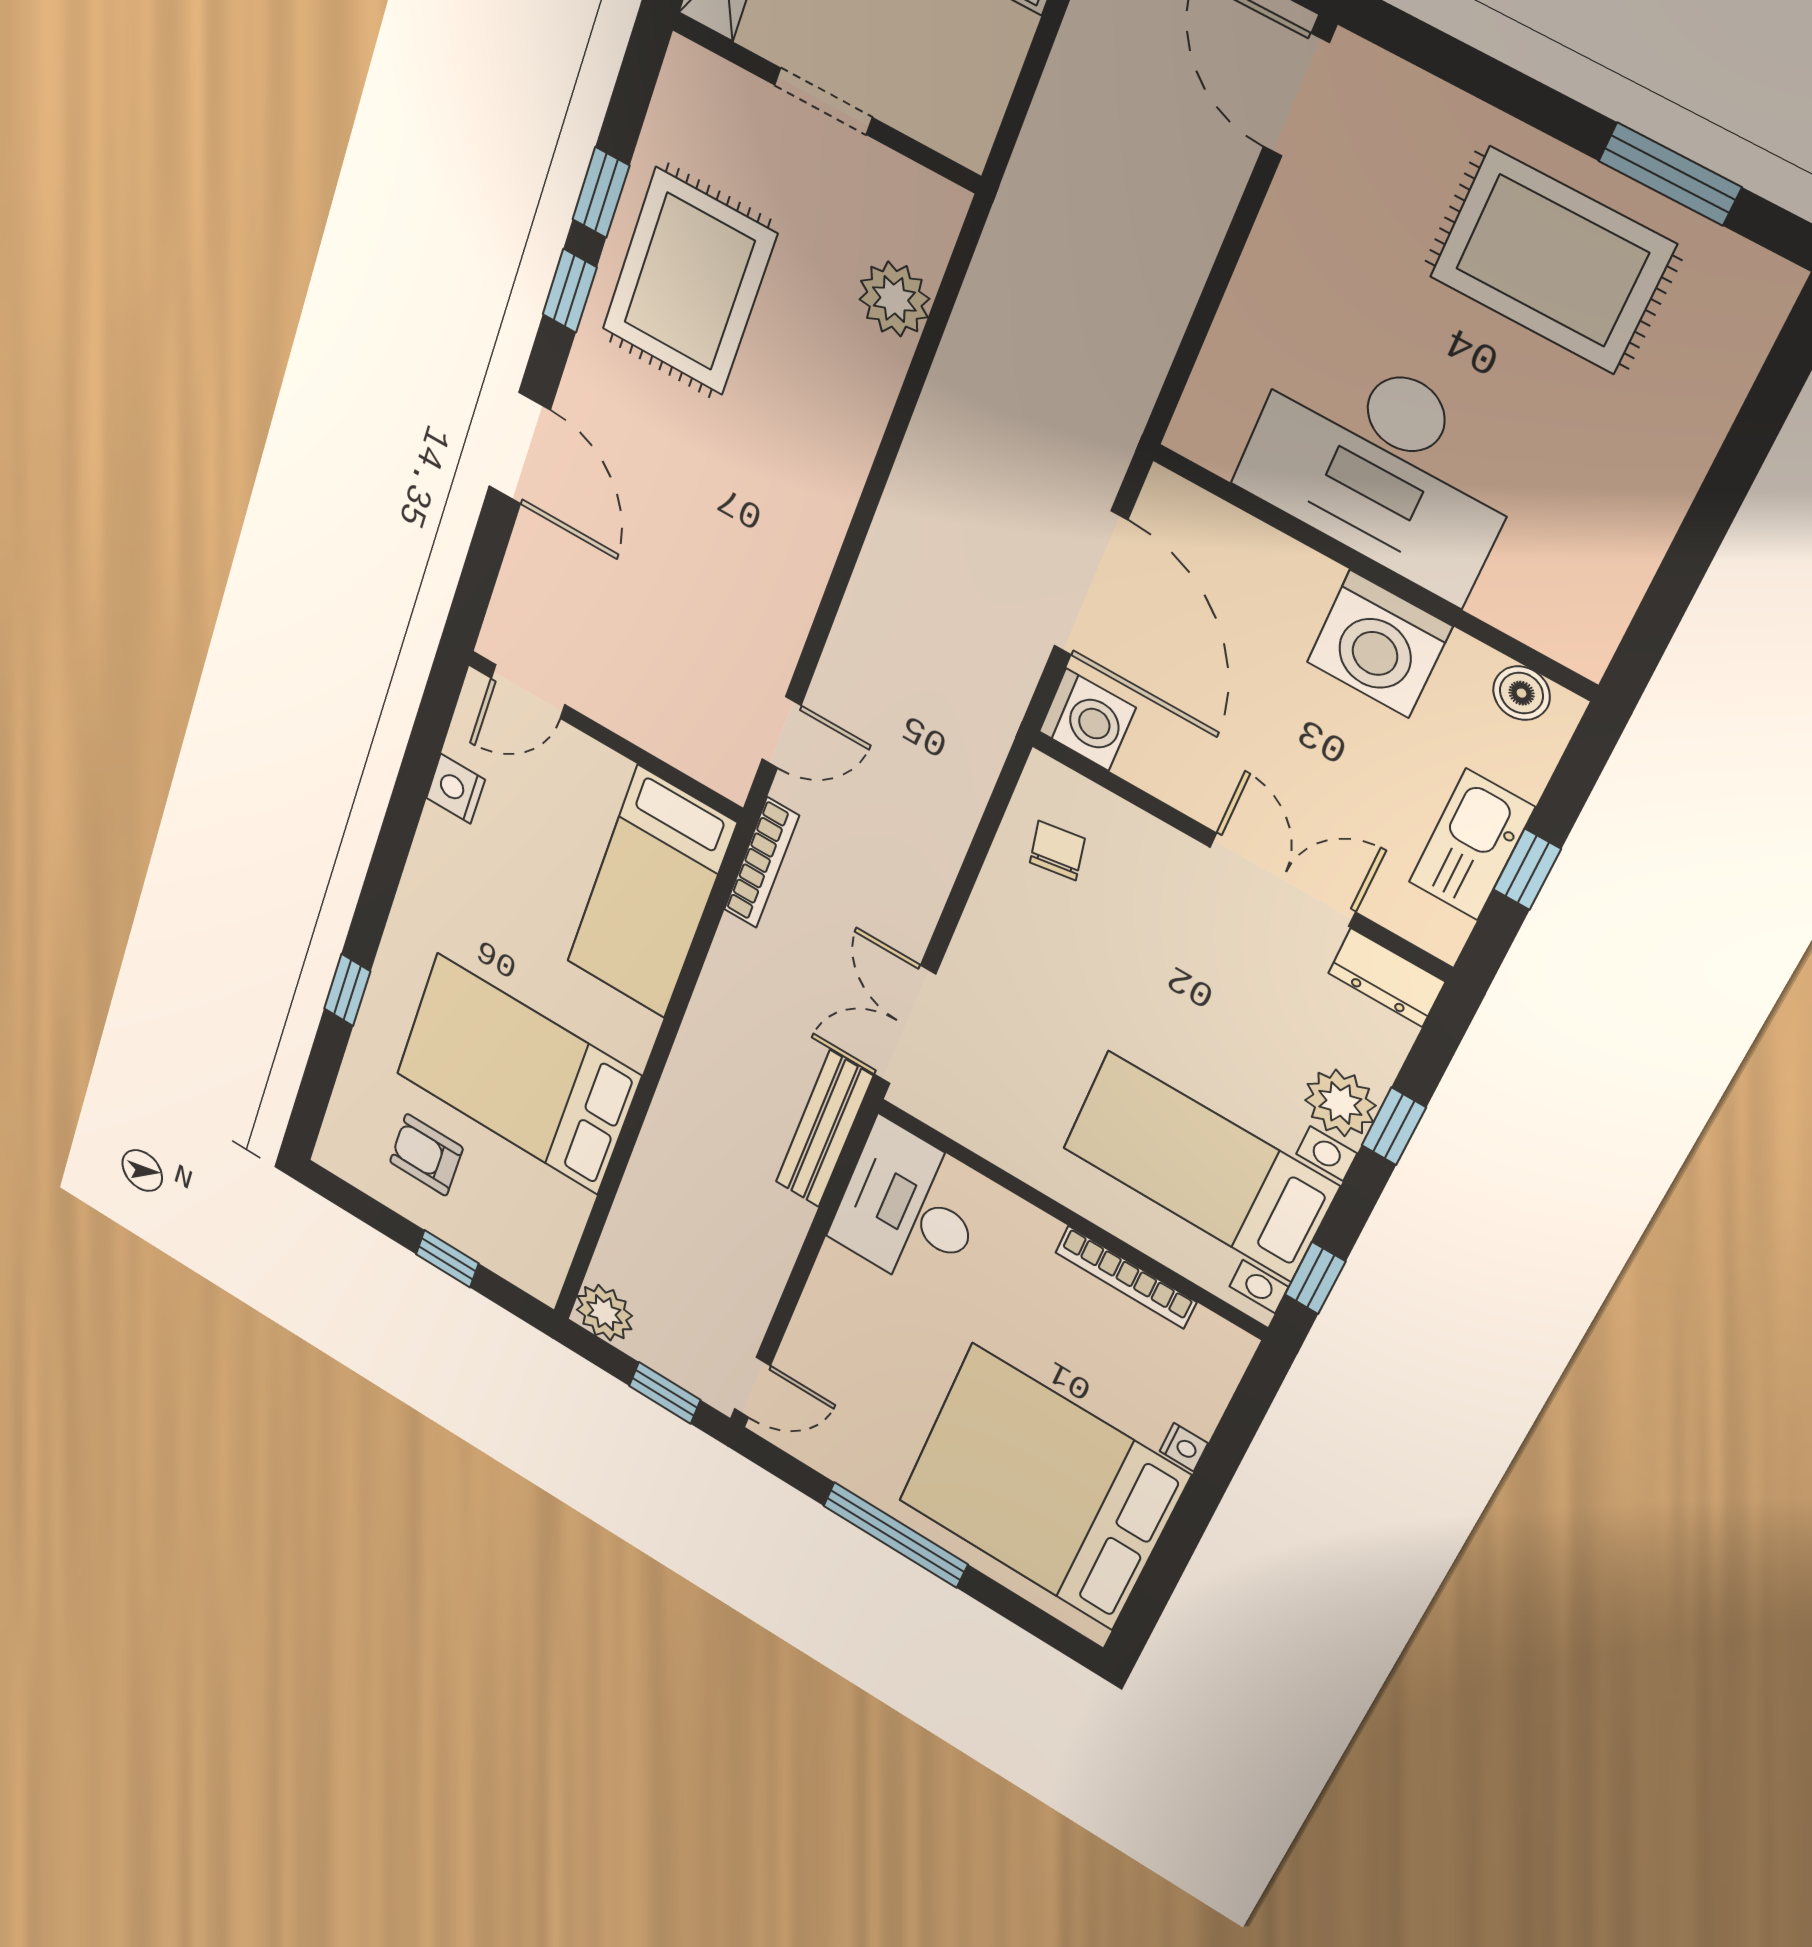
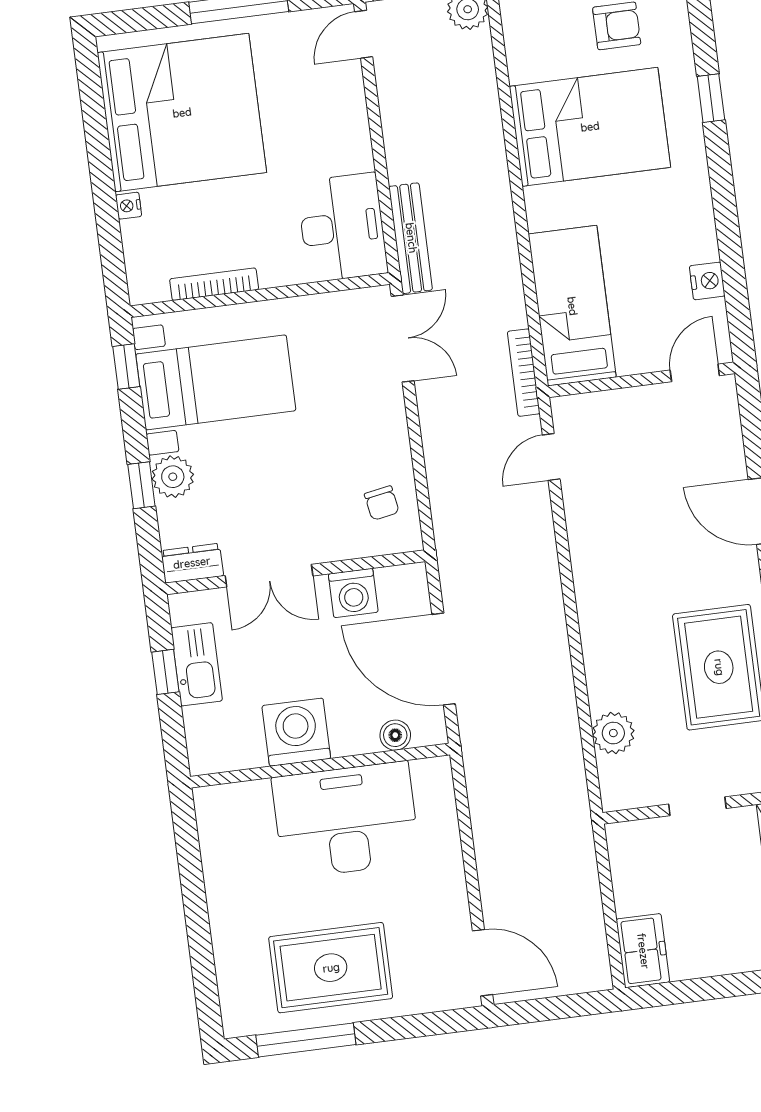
window: (1670, 174) -> (306, 1040), width x1.44
boiler: (1521, 693) -> (395, 735), moved
washing machine: (1087, 720) -> (353, 593), moved, turned -90

